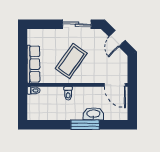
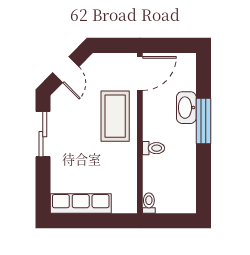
door: (117, 38) -> (66, 70), hinge flipped
coffee table: (71, 61) -> (115, 116), moved, turned 55
row of seats: (33, 64) -> (81, 204), moved

